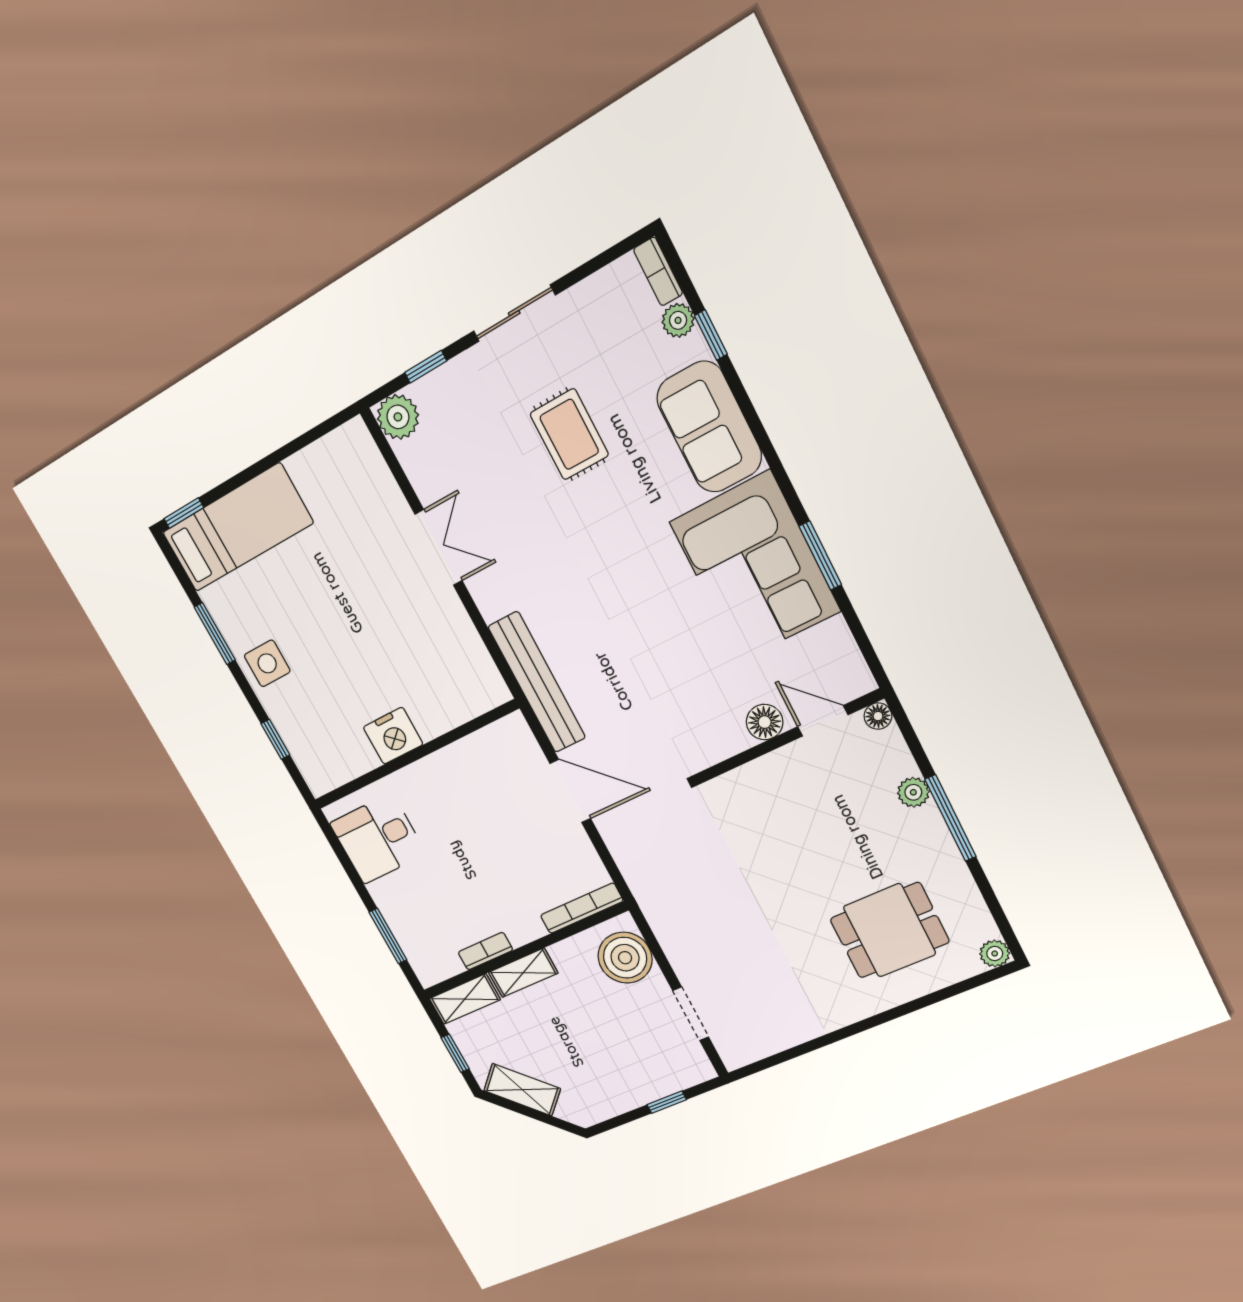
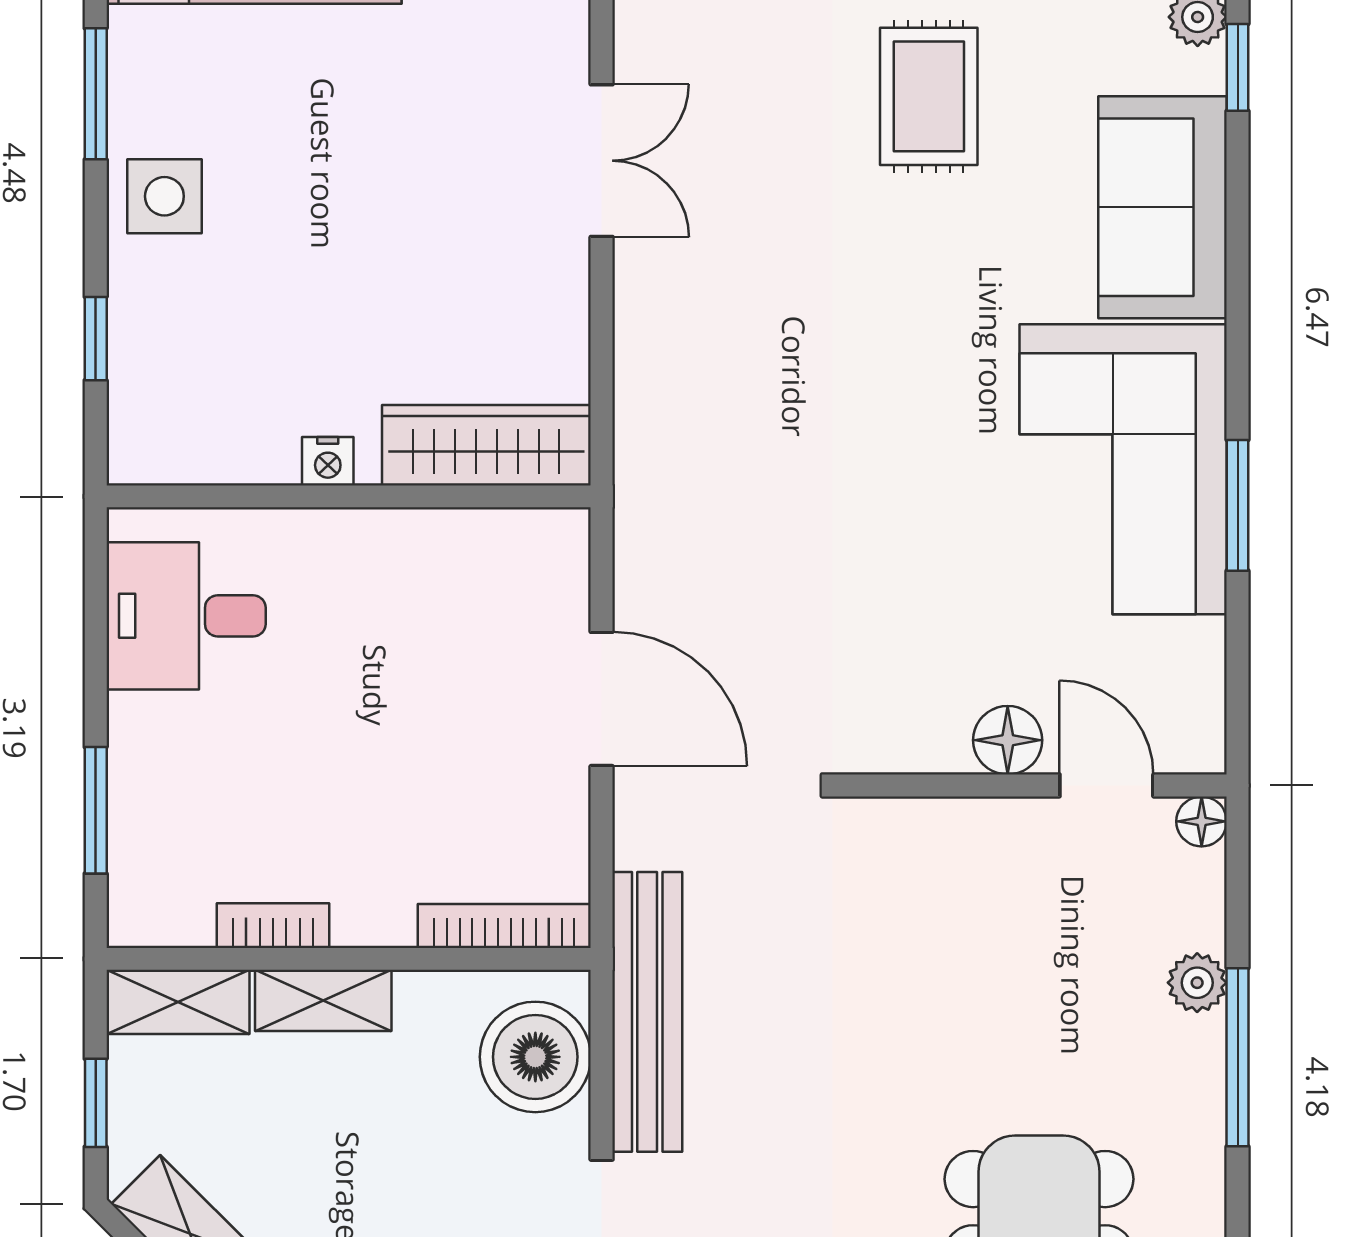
bench: (537, 682) -> (647, 1012), moved
wardrobe: (460, 703) -> (486, 445), added
nightstand: (393, 736) -> (328, 461), width x0.53, depth x0.56

